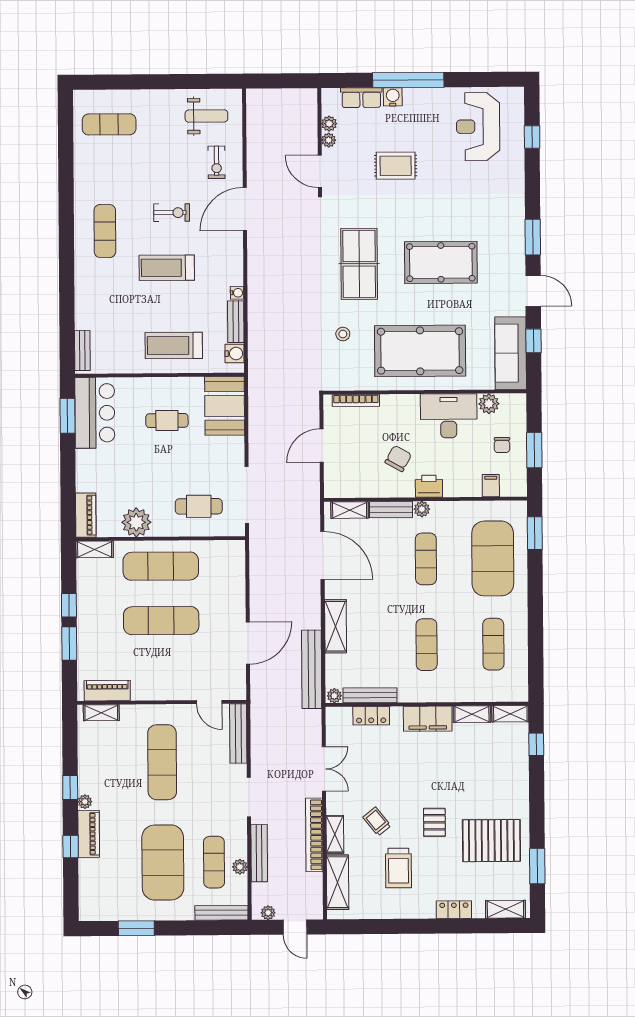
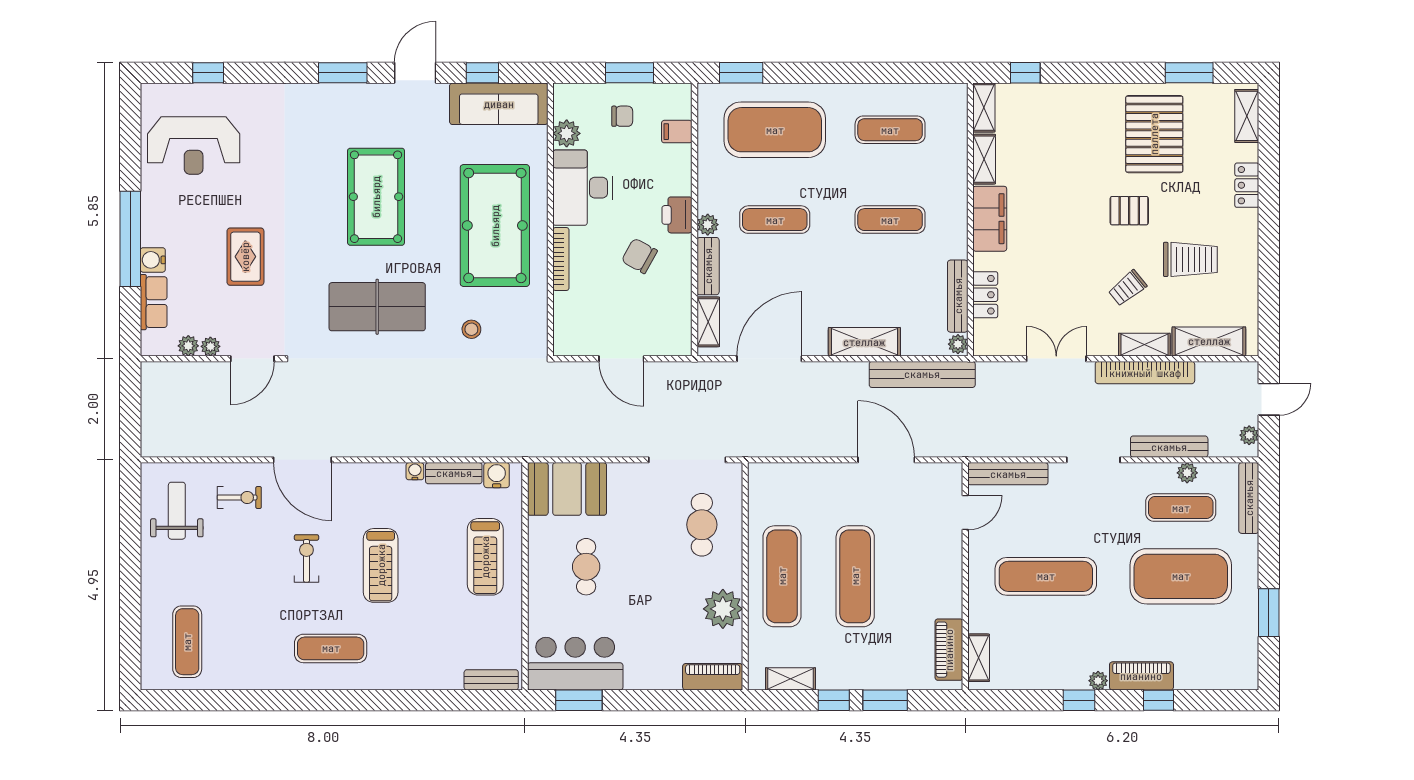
bookcase: (356, 400) -> (561, 259), moved
shelving: (95, 549) -> (790, 679), moved, turned 90

